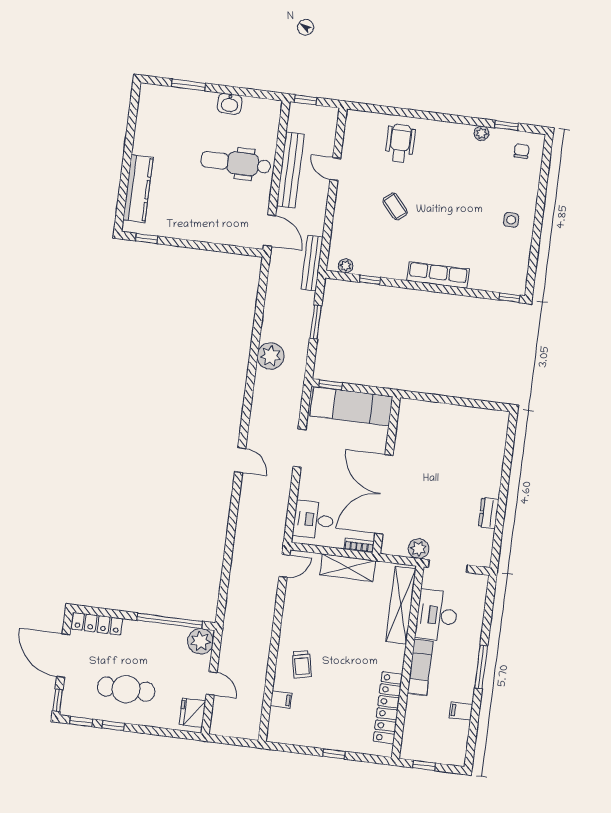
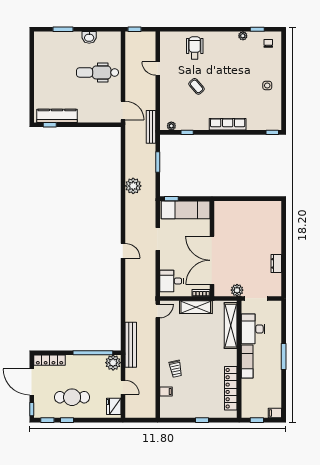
bench: (290, 170) -> (131, 345), moved
kitchen counter: (138, 189) -> (57, 116), moved, turned -90
filing cabinet: (461, 711) -> (275, 413), moved

